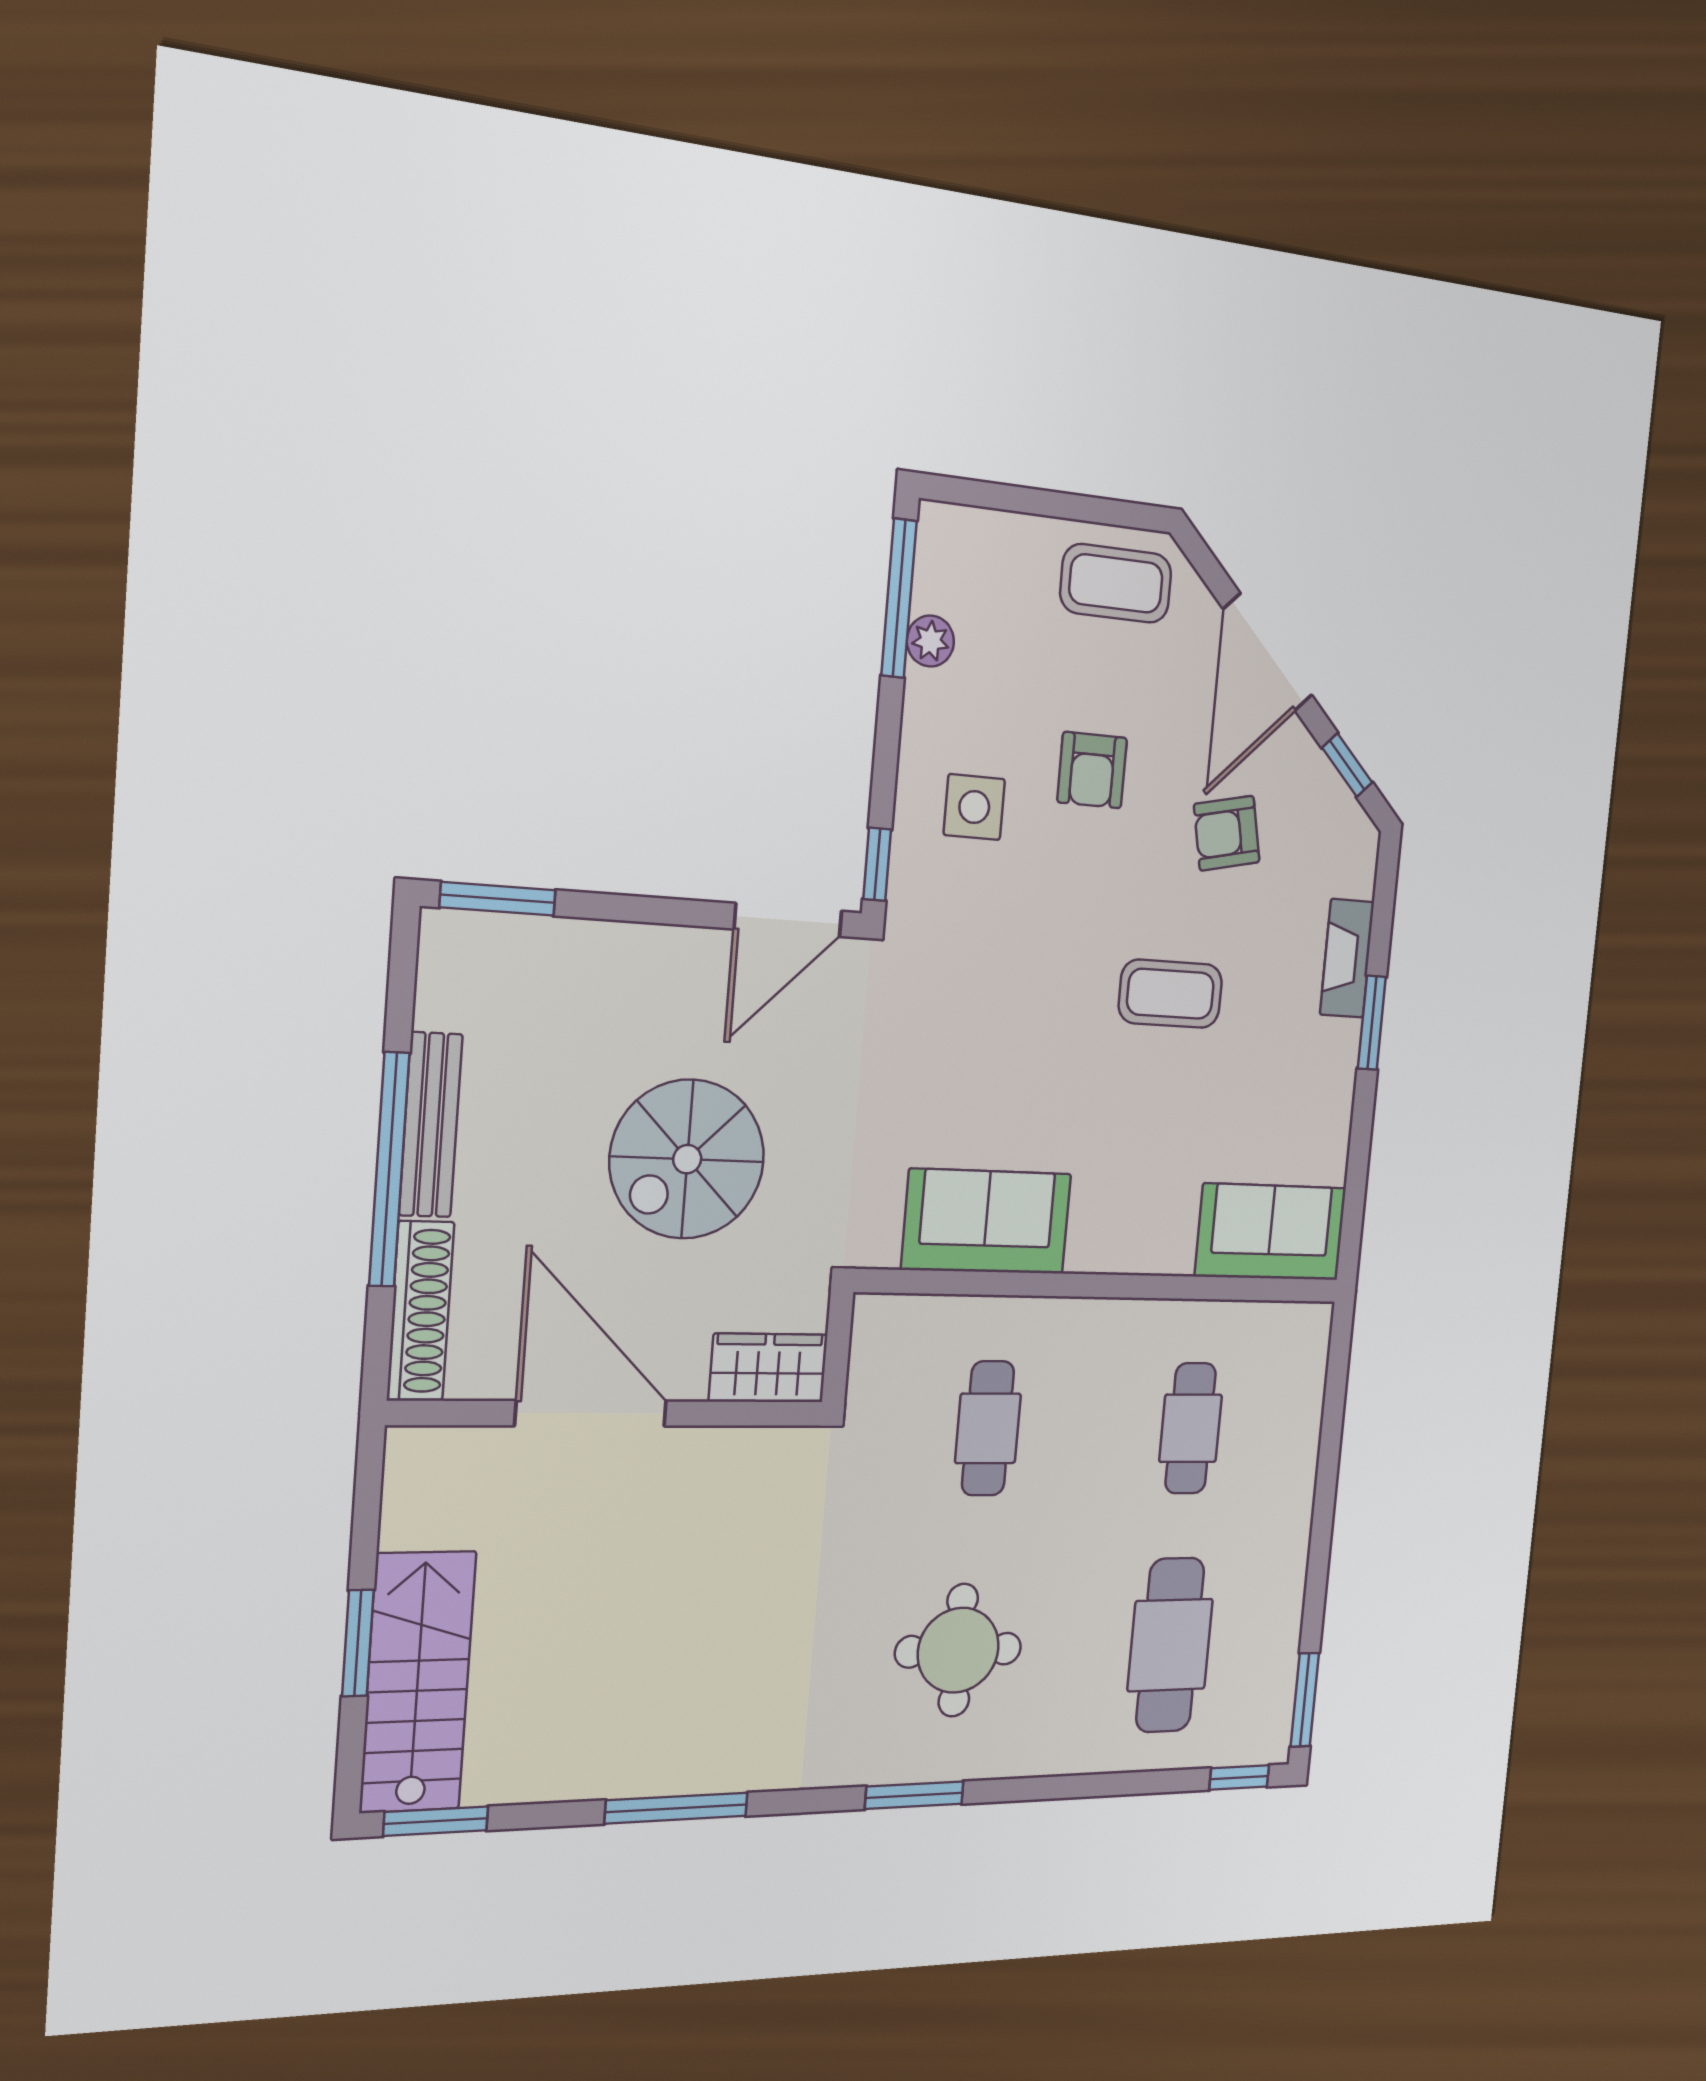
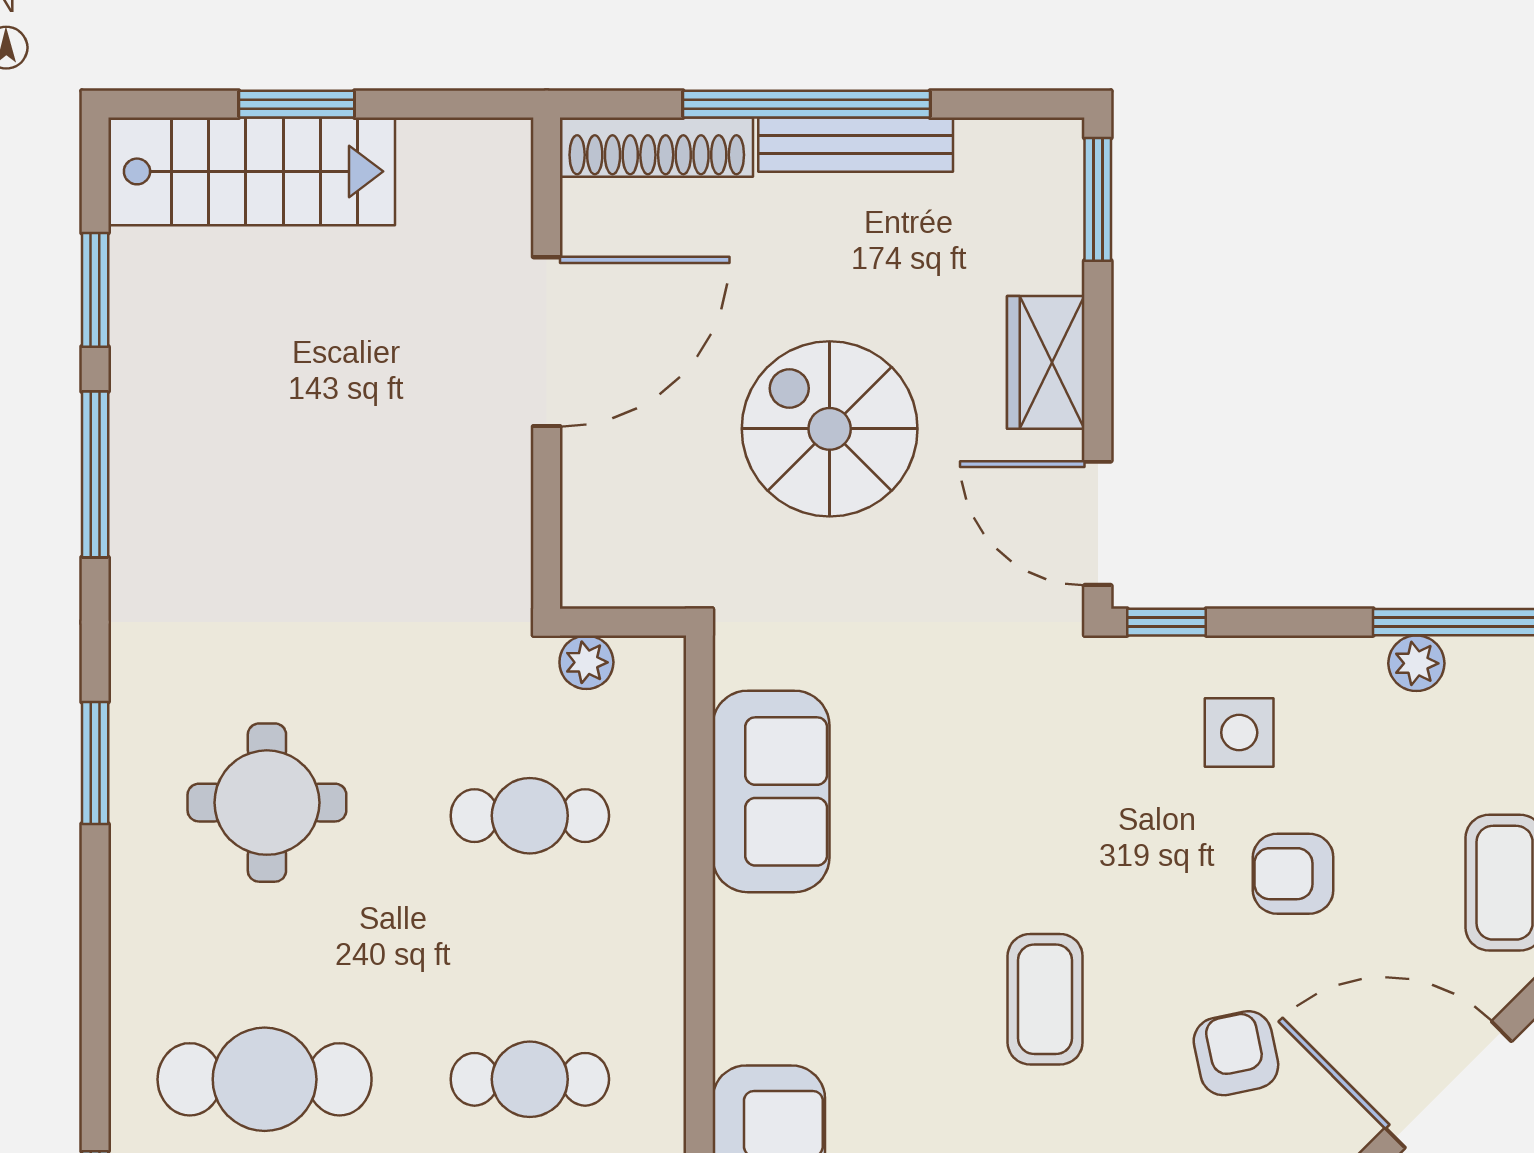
wardrobe: (768, 1368) -> (1046, 362), moved, turned 180
plant: (868, 1379) -> (586, 662), added
window: (436, 1821) -> (95, 290), moved

